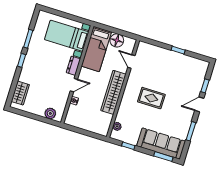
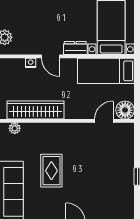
floor lamp: (117, 40) -> (125, 110), moved
wardrobe: (113, 92) -> (35, 110), moved
rug: (151, 98) -> (51, 171), moved

